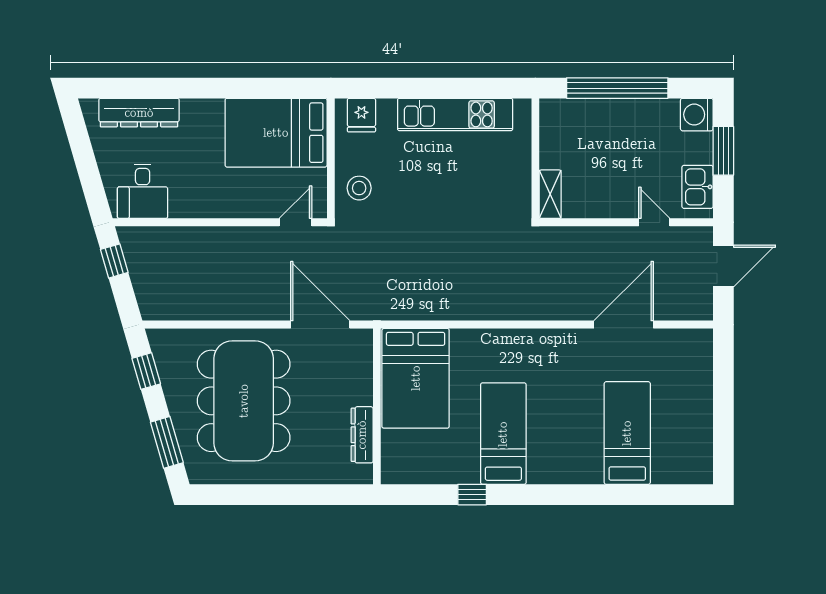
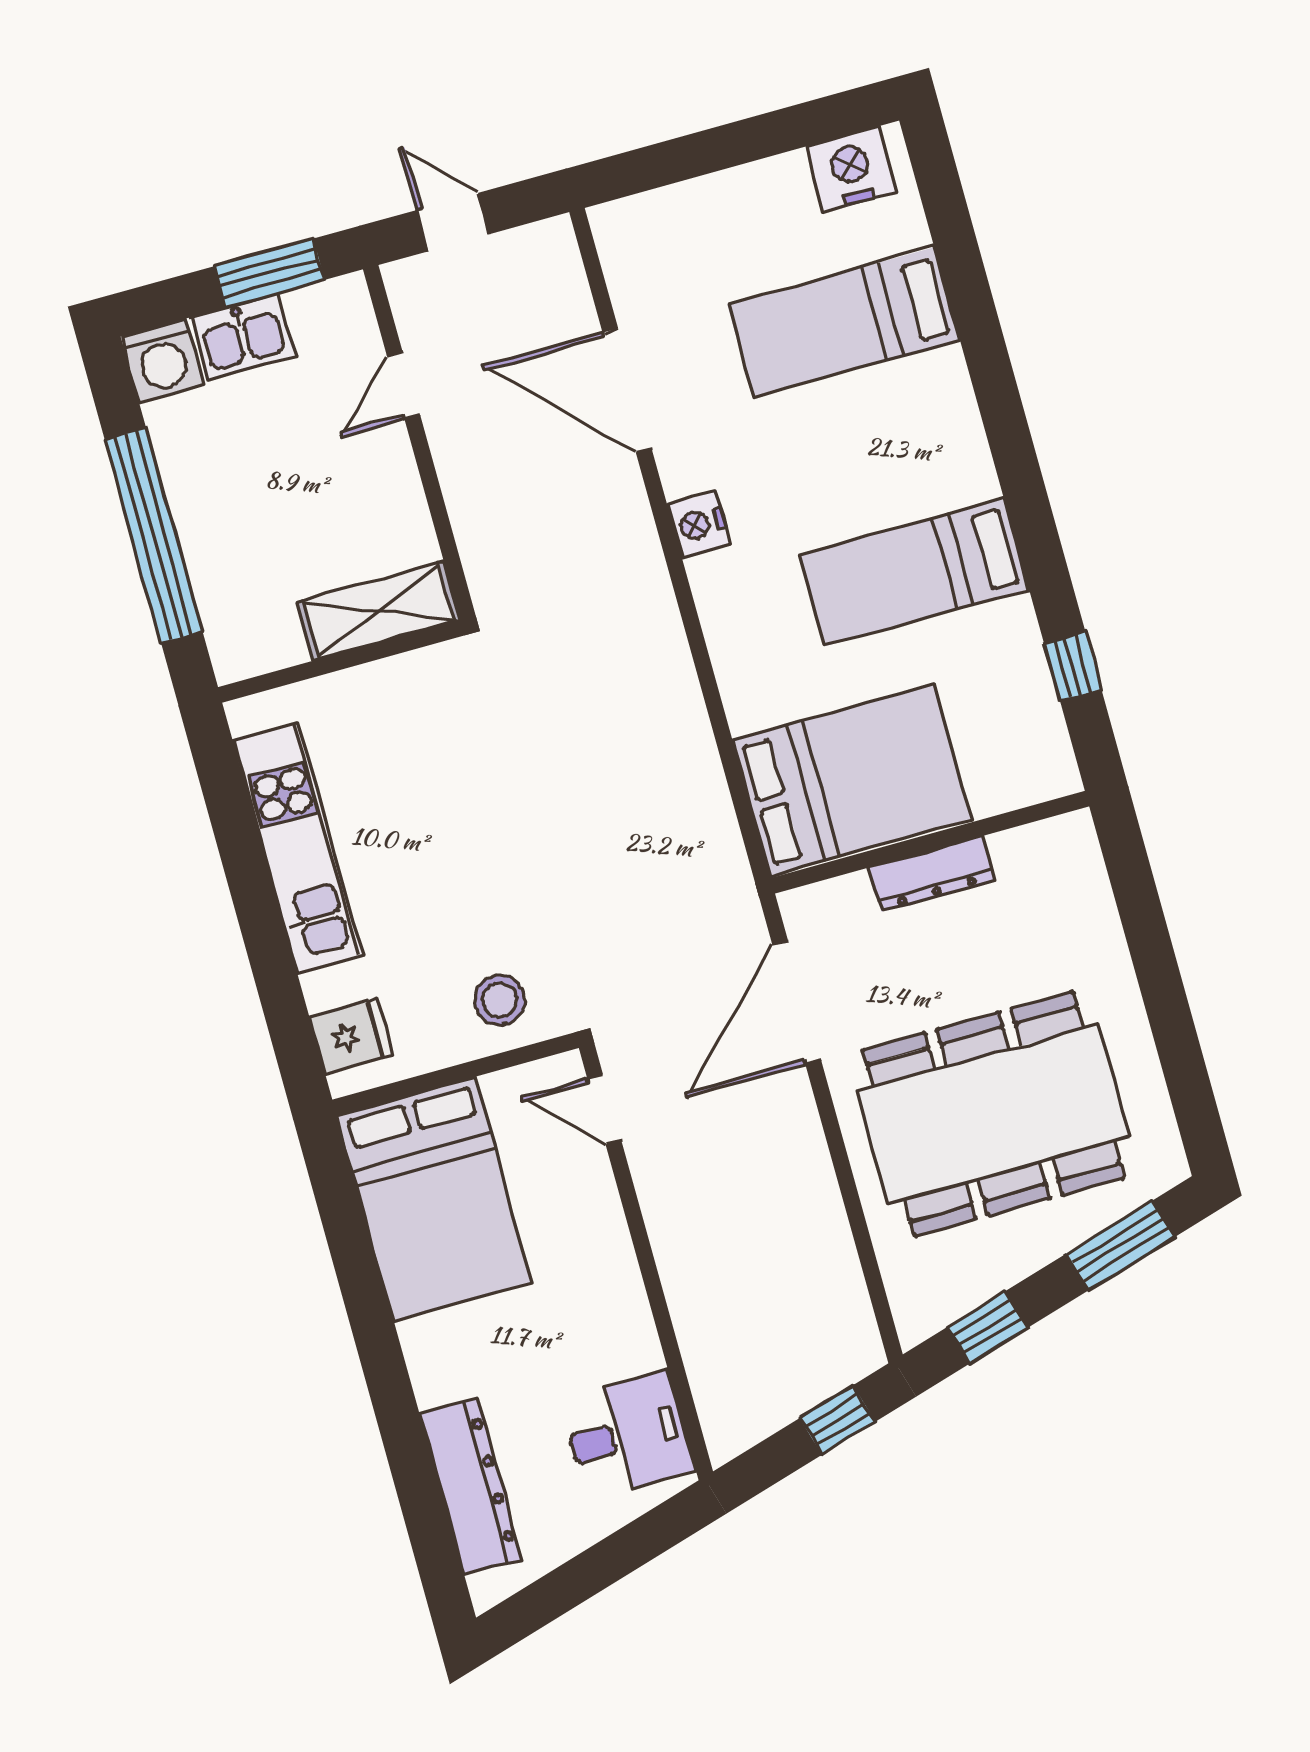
window: (723, 151) -> (270, 273), moved
kitchen sink: (697, 187) -> (243, 337), moved
shelving: (550, 194) -> (379, 611), width x1.50, depth x1.33
window: (114, 261) -> (838, 1420), moved
door: (723, 266) -> (453, 222), width x0.73
nightstand: (553, 340) -> (699, 524), added
dresser: (362, 435) -> (932, 874), moved
nightstand: (697, 456) -> (851, 169), added
window: (472, 495) -> (1073, 666), moved

